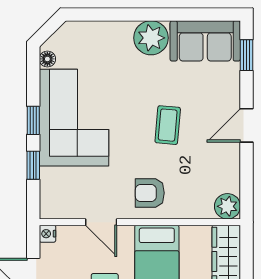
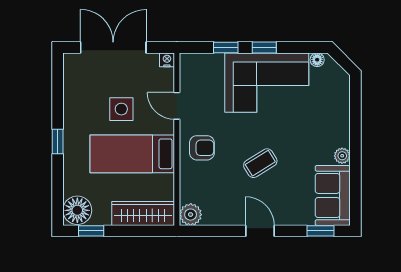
plant: (151, 38) -> (342, 156), width x0.53, depth x0.53
coffee table: (168, 125) -> (260, 163), turned -37
armchair: (150, 193) -> (202, 148), turned 90
door: (101, 222) -> (177, 106), hinge flipped

